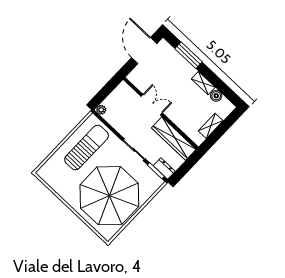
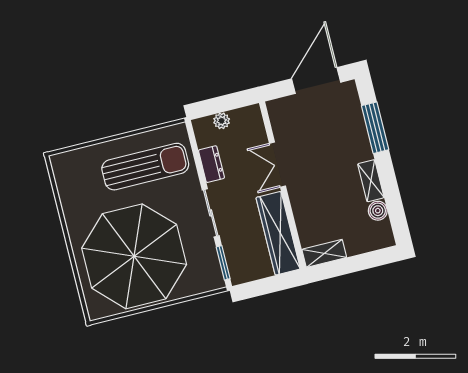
double door: (152, 105) -> (278, 165), swing flipped
plant: (101, 110) -> (222, 121), moved
shelving: (211, 126) -> (324, 253), moved
dresser: (164, 168) -> (211, 164), moved

